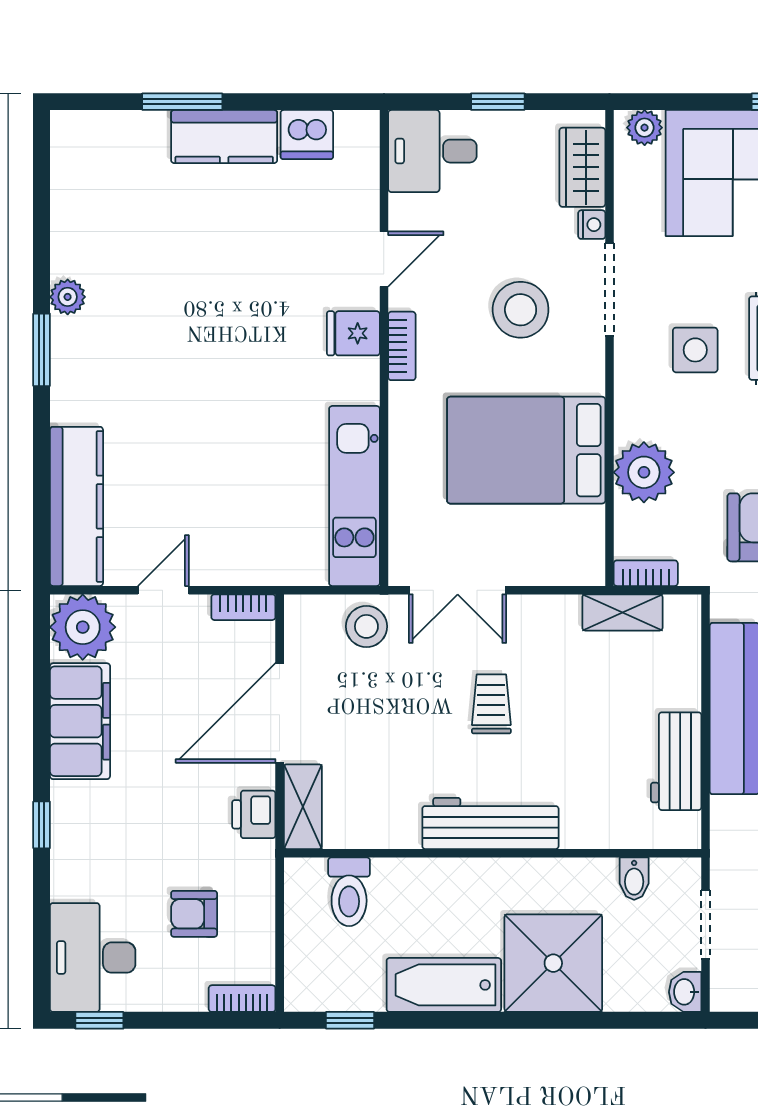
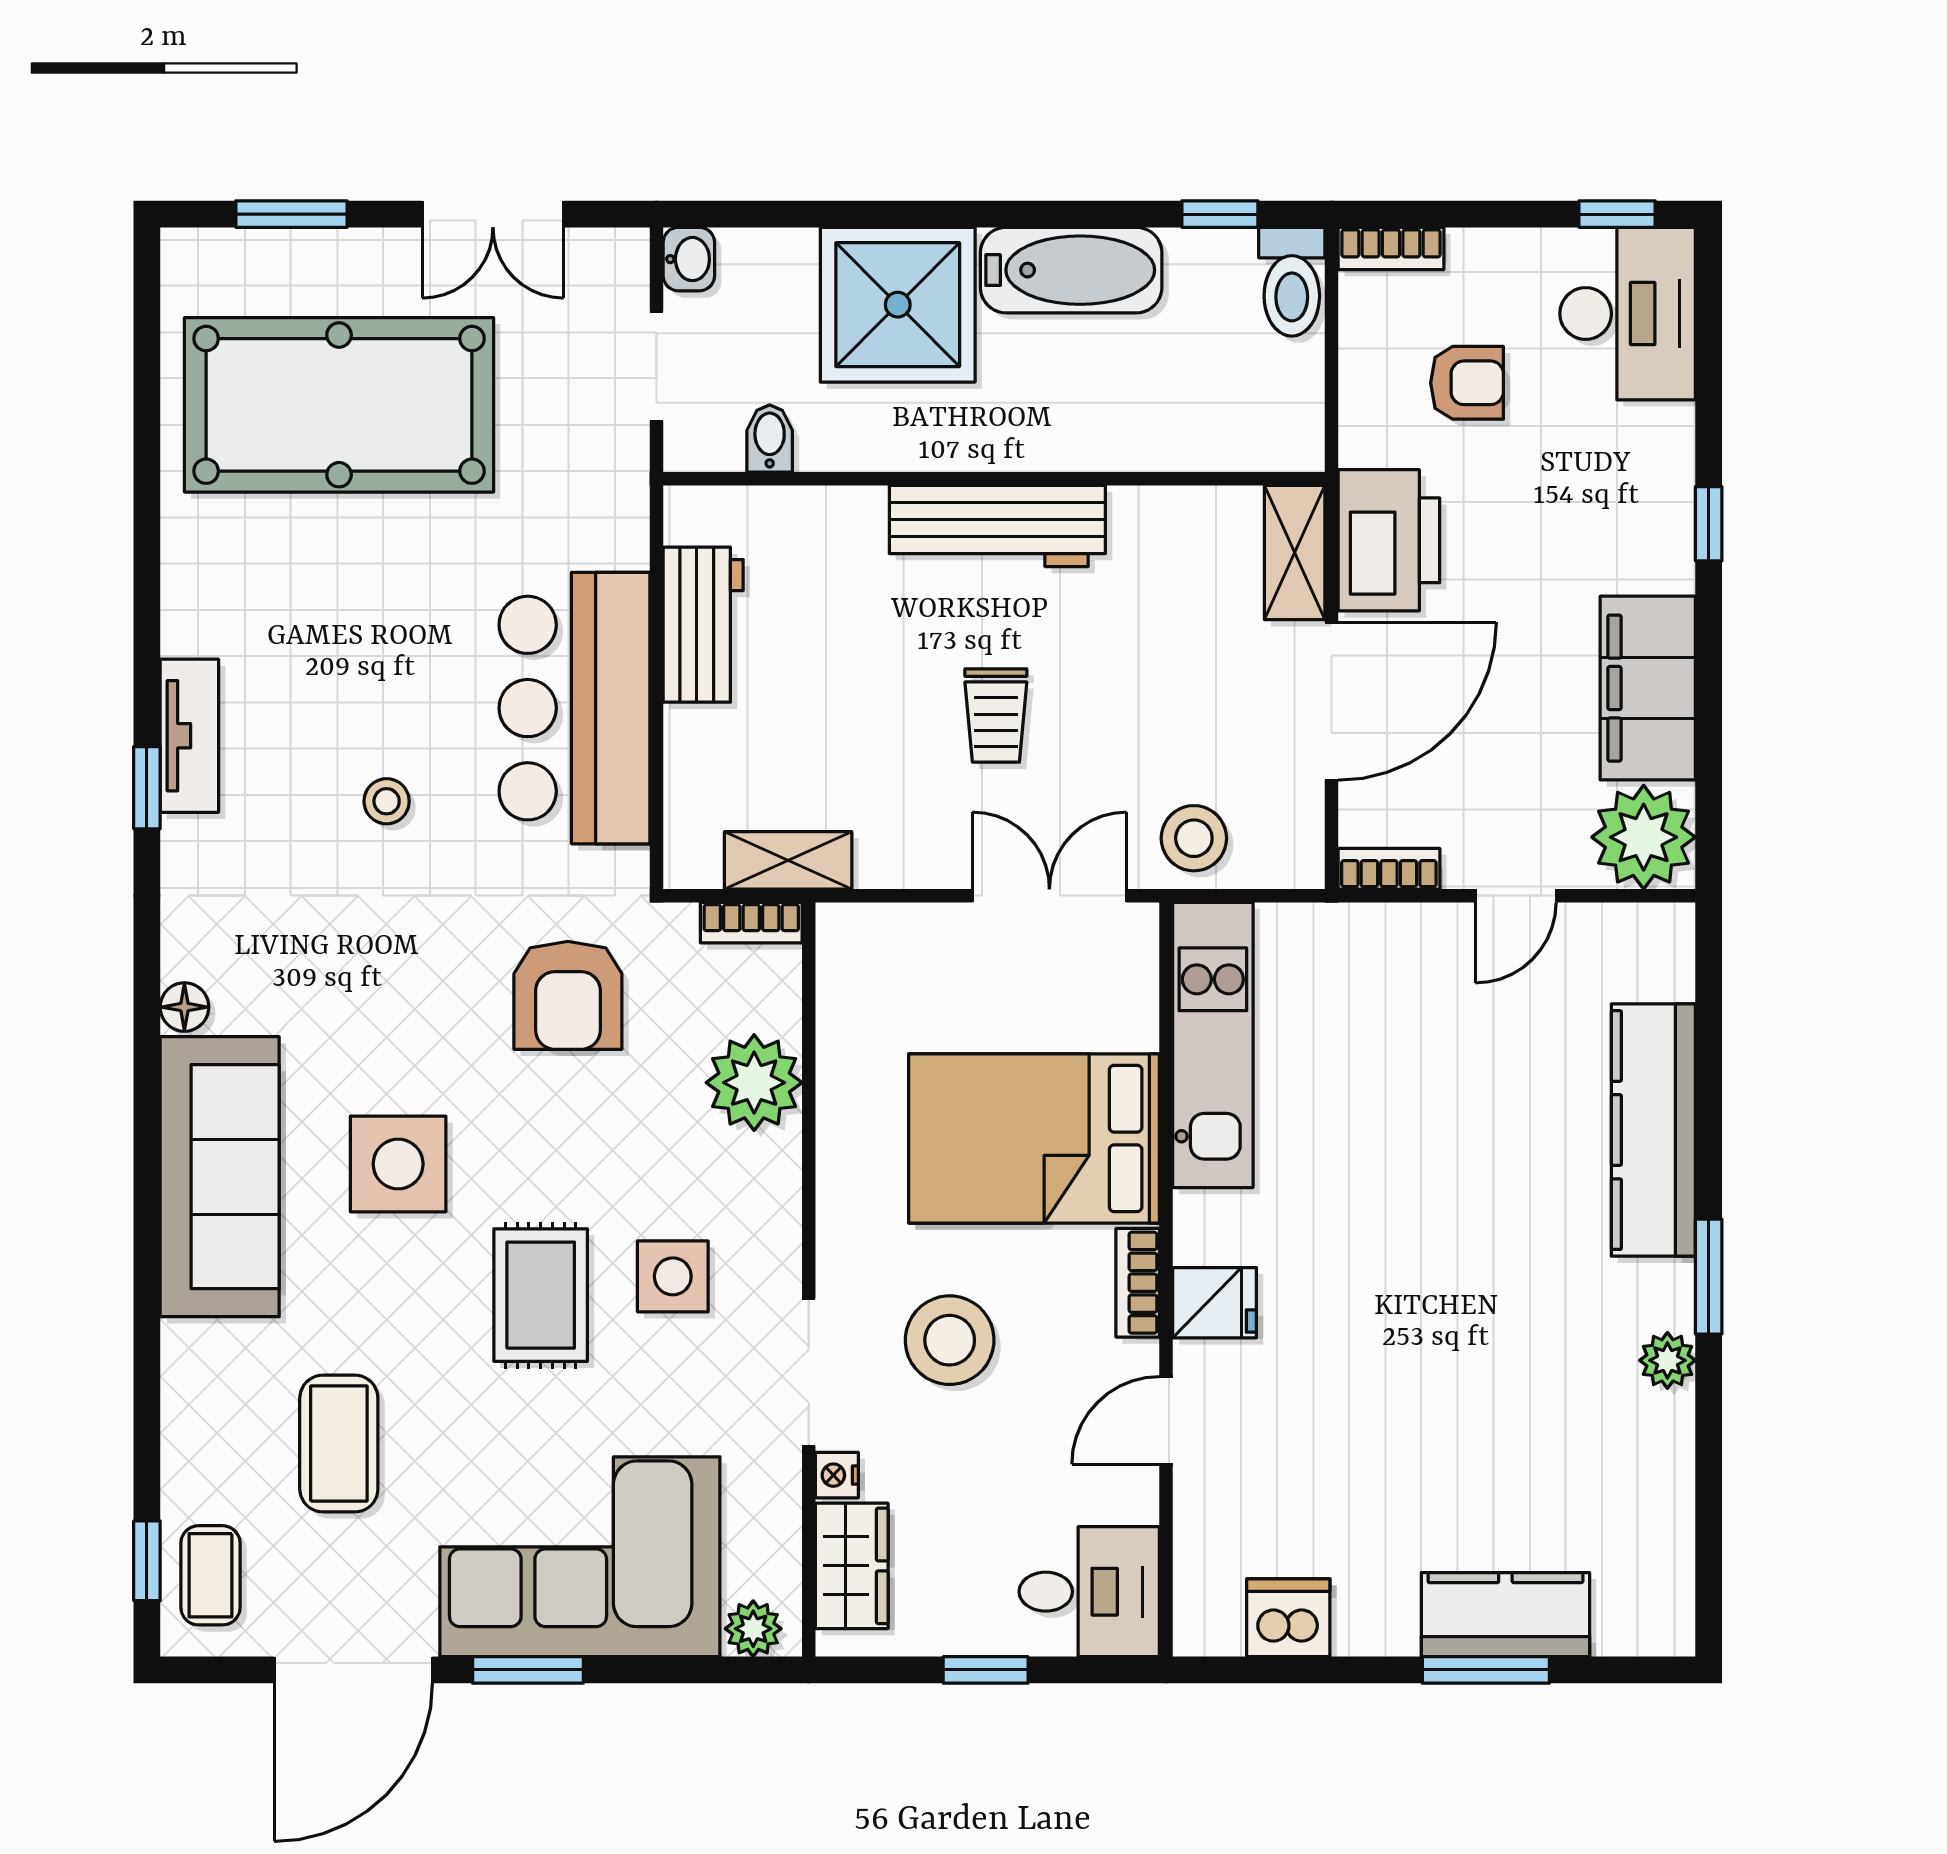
kitchen counter: (224, 137) -> (1505, 1615), moved
bed: (526, 450) -> (1034, 1138), moved, turned 180
kitchen counter: (76, 506) -> (1653, 1130), moved
printer: (254, 814) -> (1389, 540), width x1.87, depth x1.48
toilet: (349, 892) -> (1292, 282), moved, turned 180

